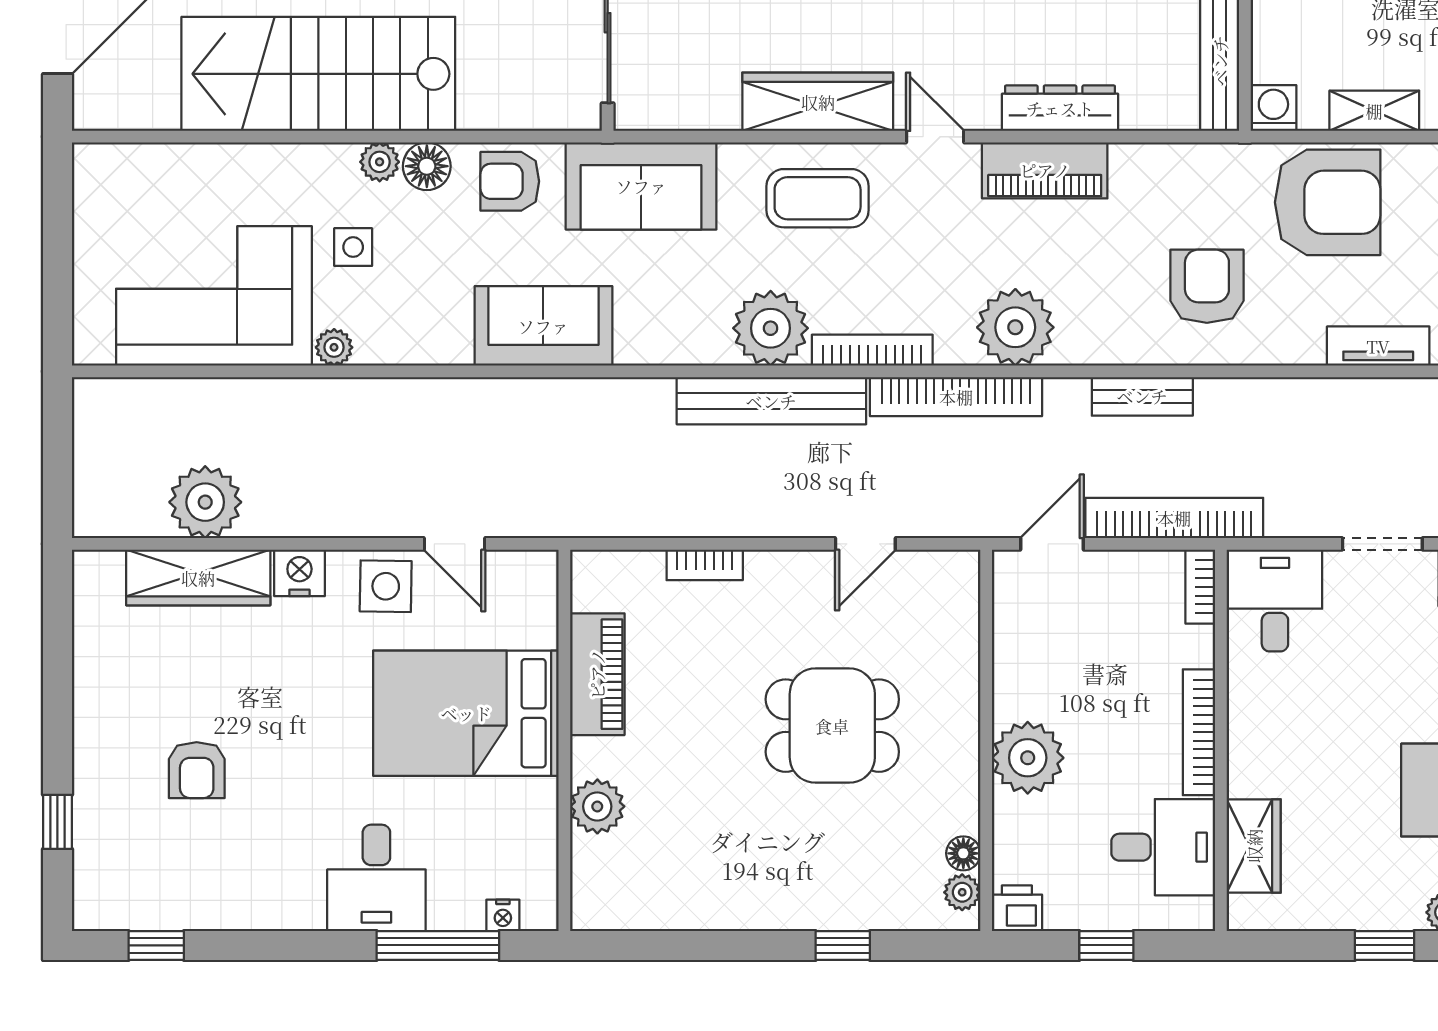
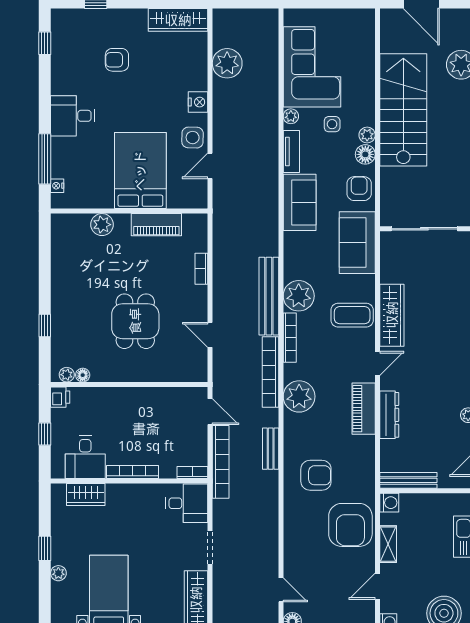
coffee table: (818, 198) -> (352, 315), turned 90
tv unit: (1378, 346) -> (291, 151), moved
wardrobe: (198, 578) -> (178, 20), moved, turned -90
plant: (1028, 758) -> (122, 402), removed
desk: (376, 878) -> (73, 116), moved

